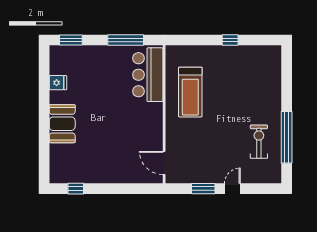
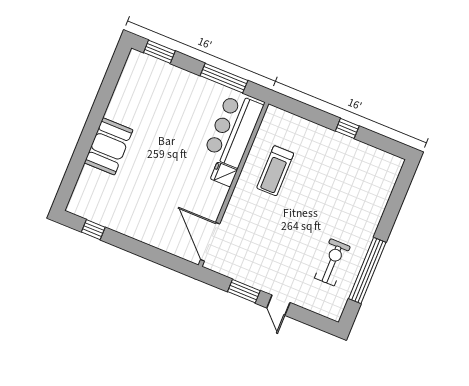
fridge: (58, 83) -> (224, 175), moved, turned 180
treadmill: (190, 92) -> (275, 171), width x0.73, depth x0.73
door: (164, 163) -> (210, 242), width x1.36
door: (232, 189) -> (278, 305), swing flipped

